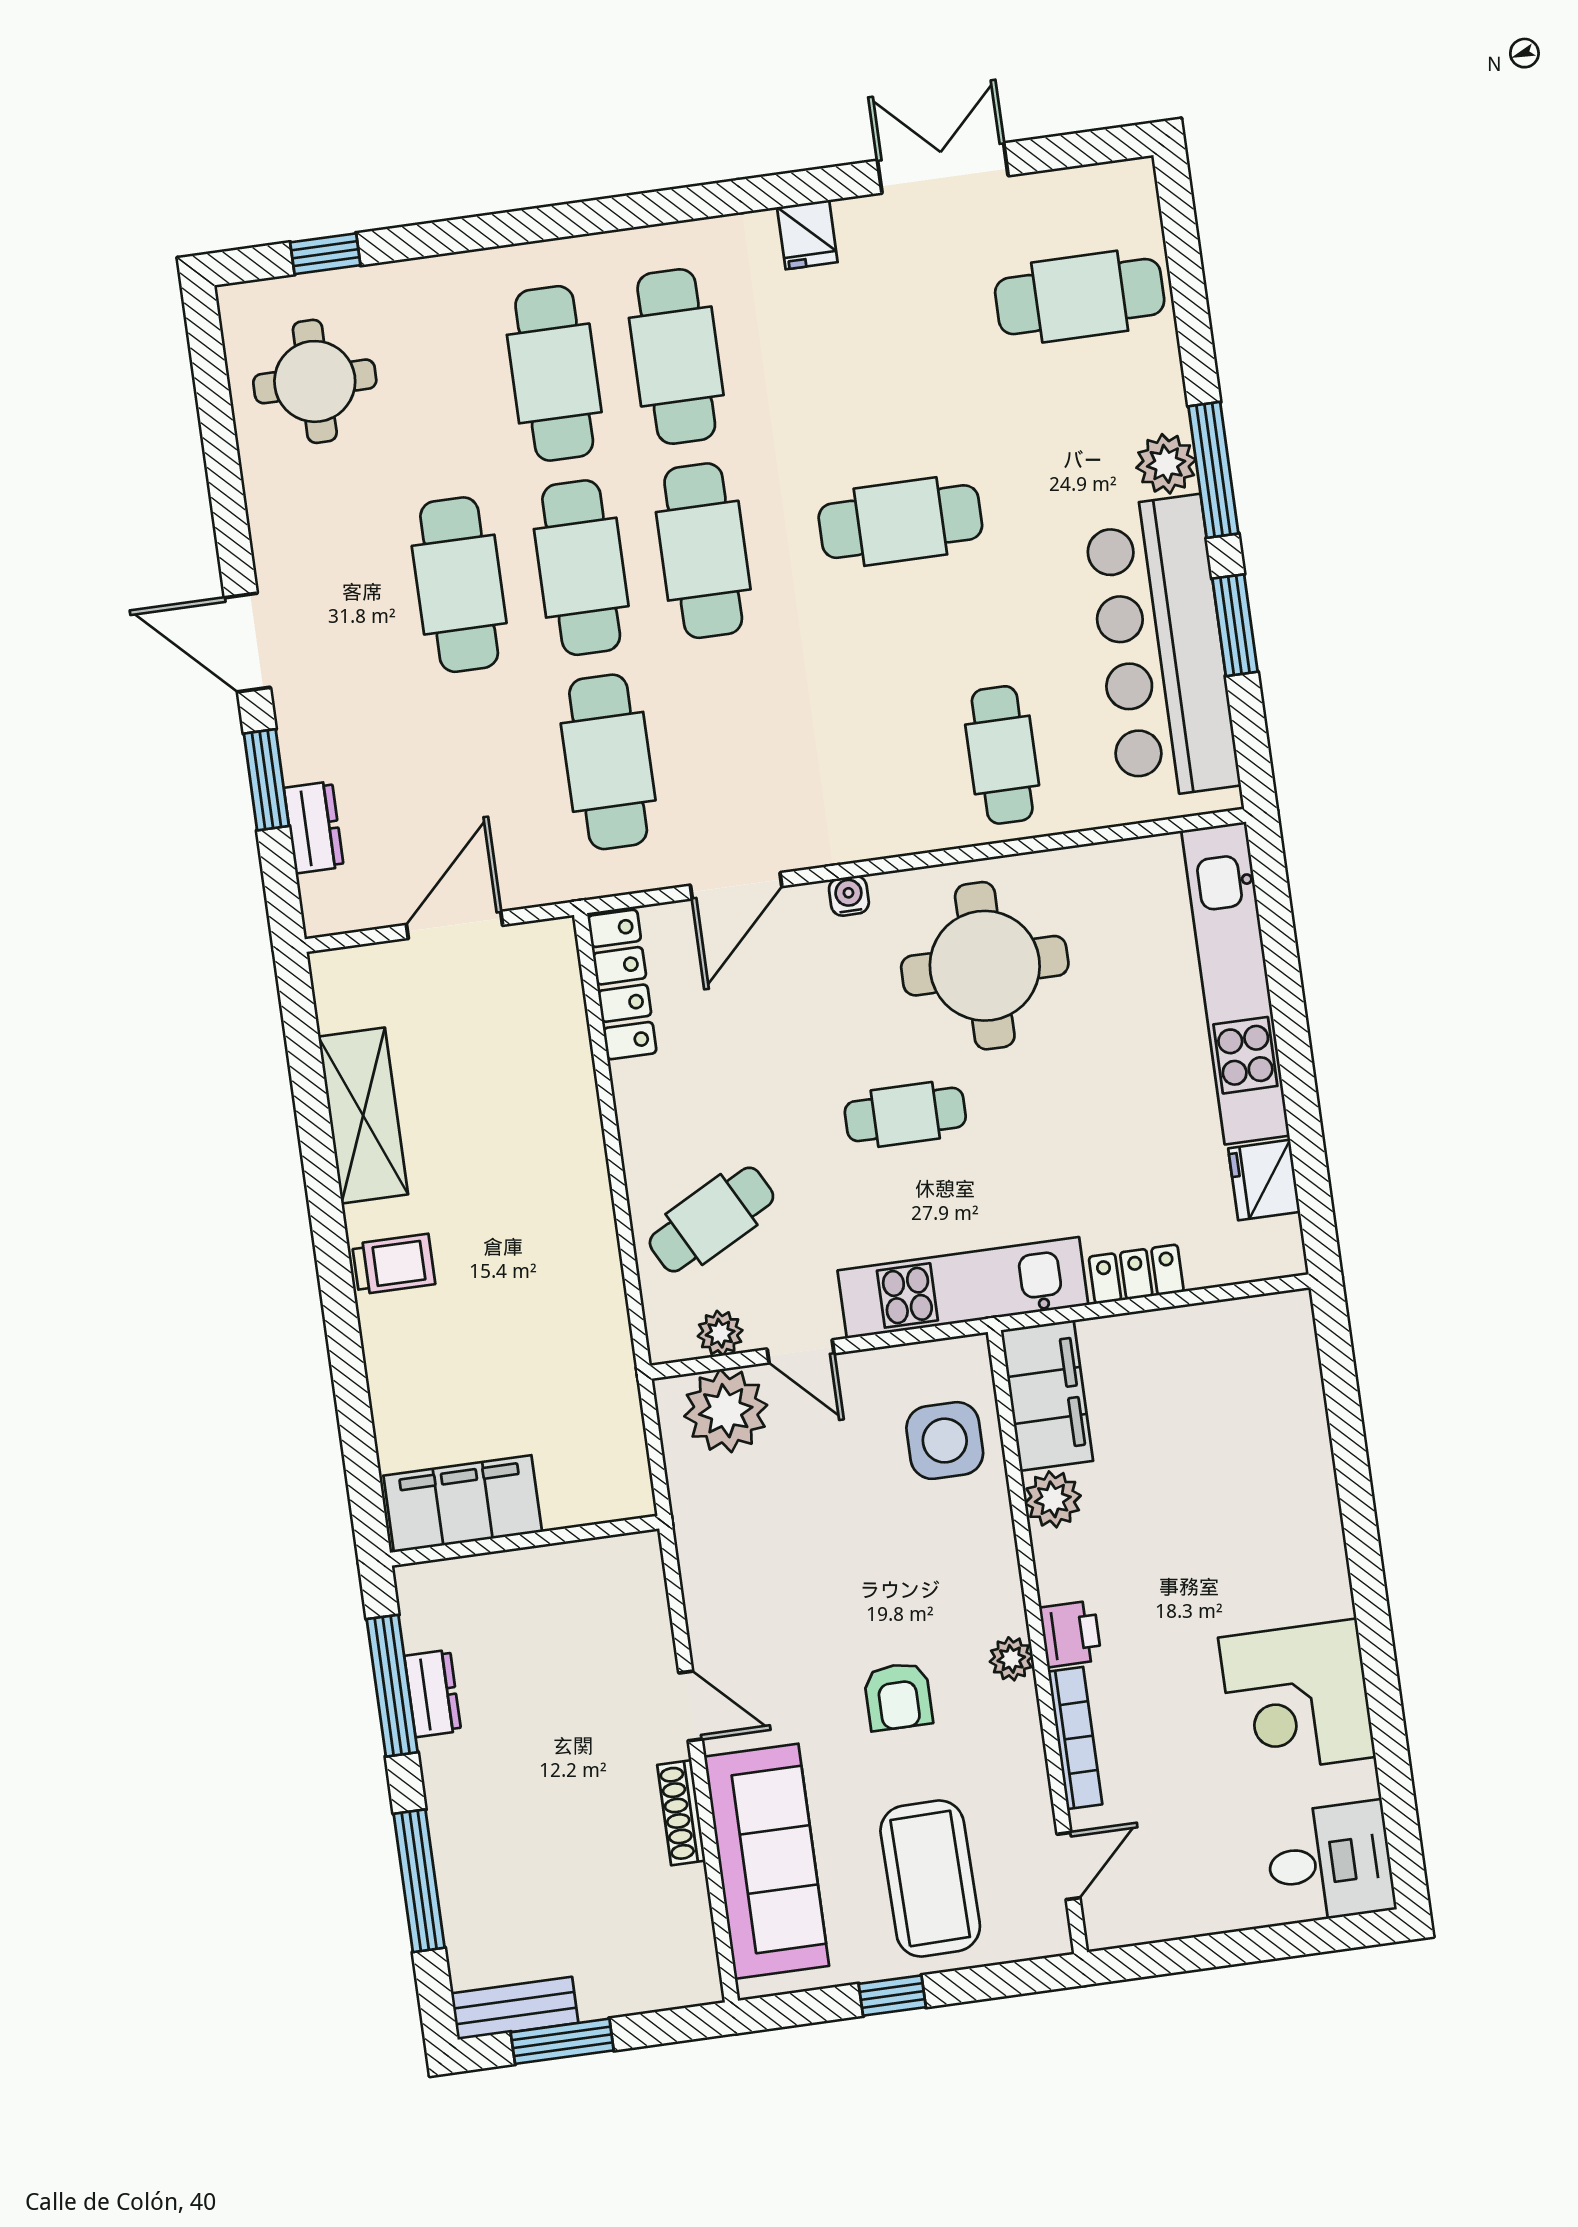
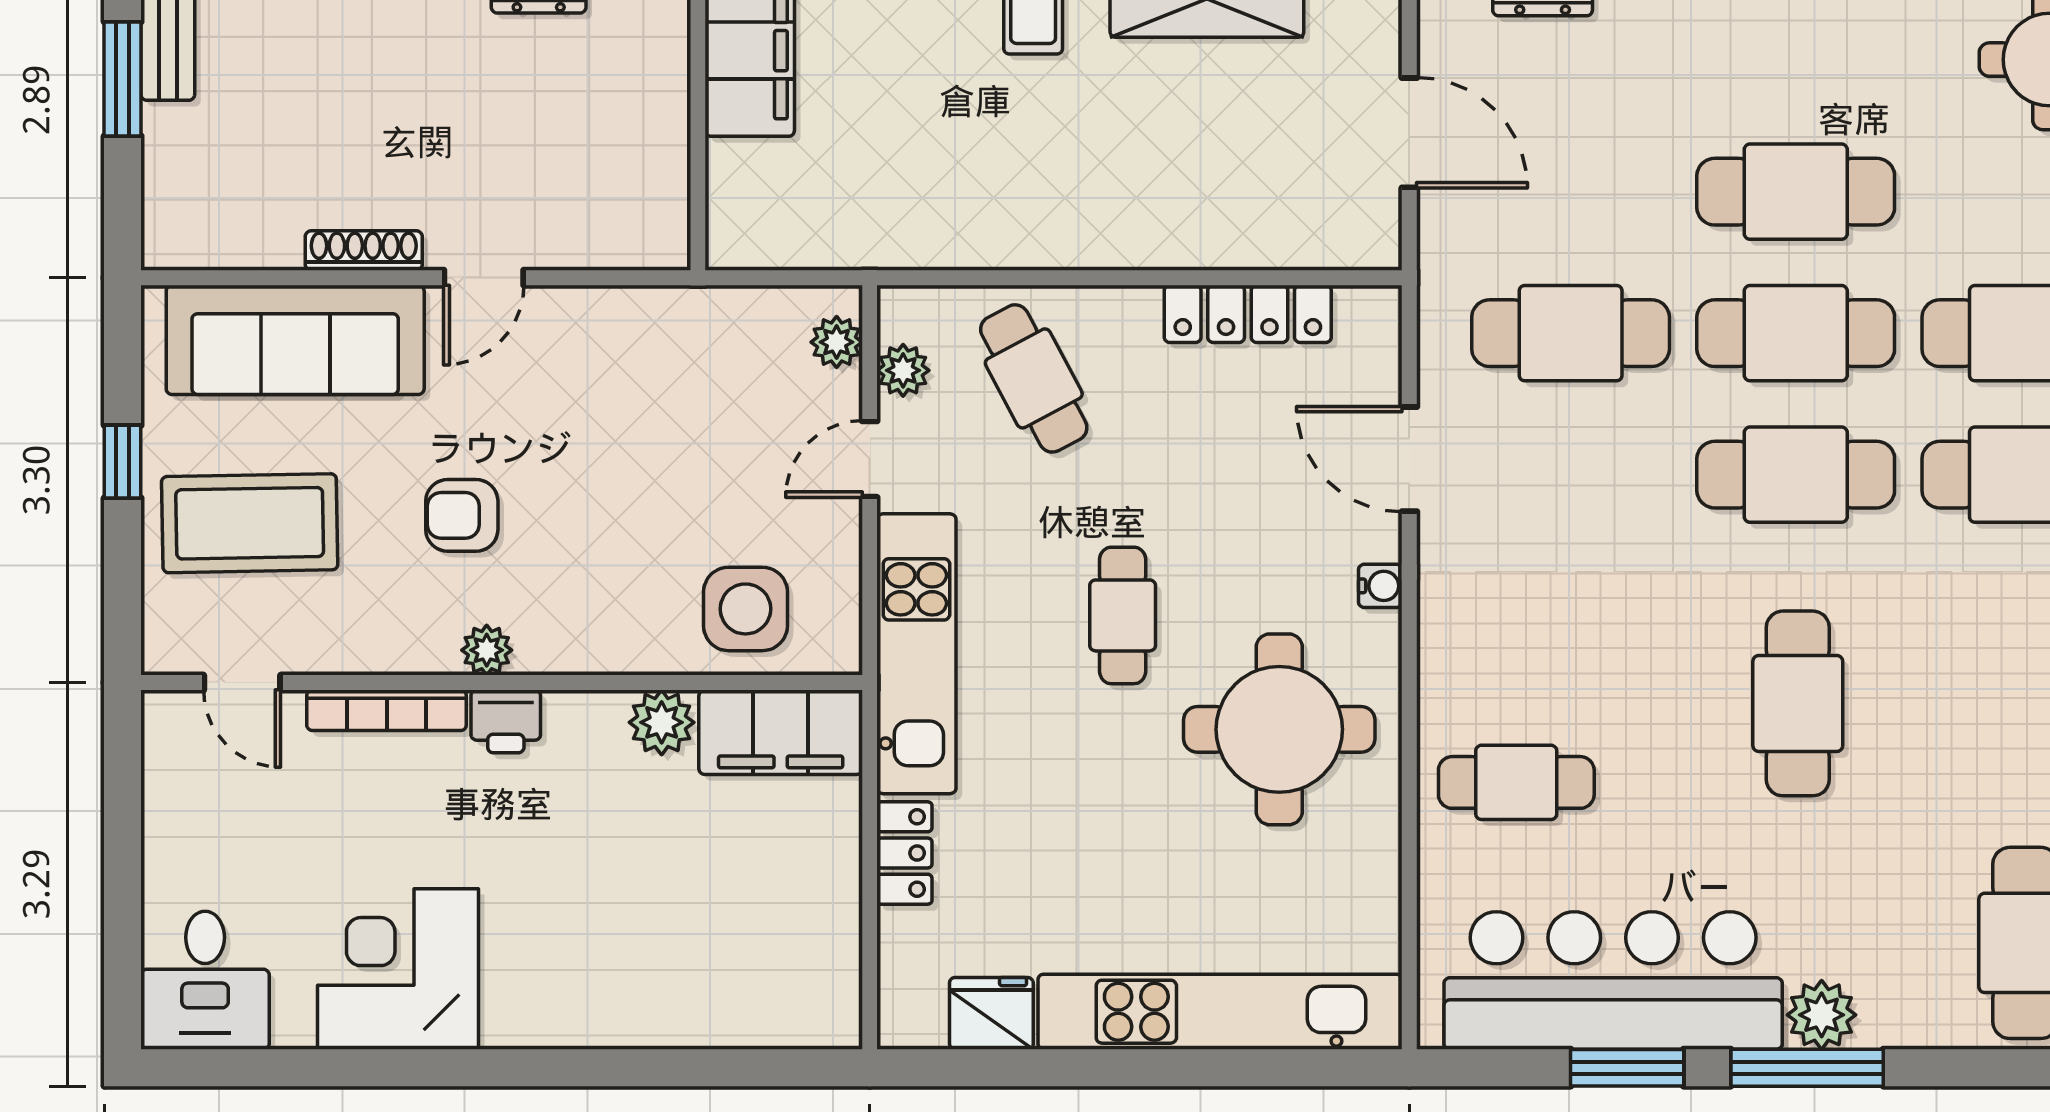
locker: (622, 984) -> (1248, 314), moved
plant: (726, 1411) -> (837, 342), width x0.53, depth x0.53

